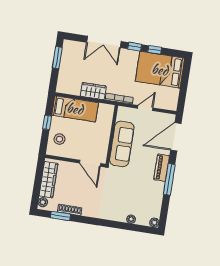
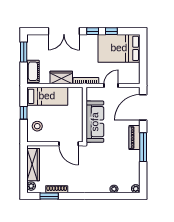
cot: (64, 80) -> (33, 71), added

